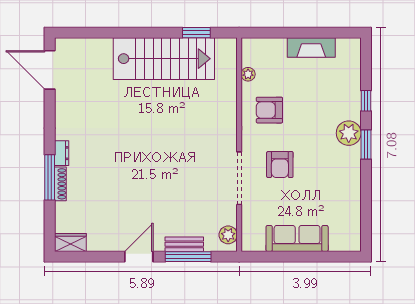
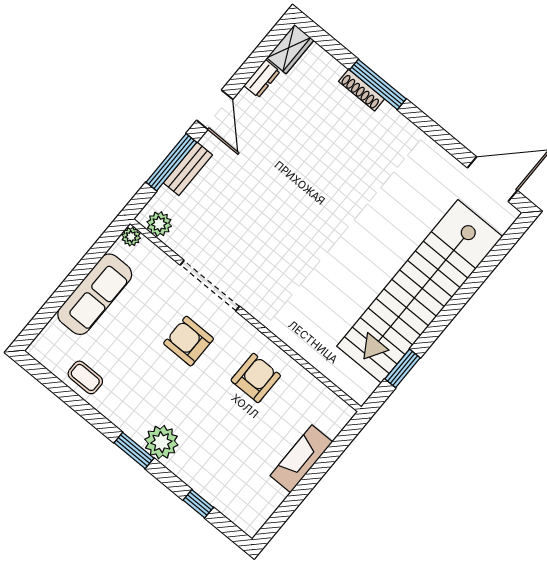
fireplace: (311, 47) -> (301, 459), moved
stairs: (164, 59) -> (420, 291), width x1.36
plant: (248, 74) -> (131, 237), moved
window: (366, 101) -> (198, 504), moved
dresser: (62, 153) -> (262, 79), moved, turned -90
coffee table: (348, 205) -> (85, 377), added

